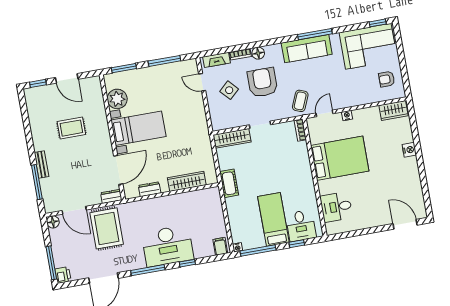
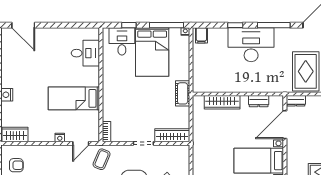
bed: (340, 158) -> (74, 98), width x0.67
bed: (273, 219) -> (152, 52), width x1.50

